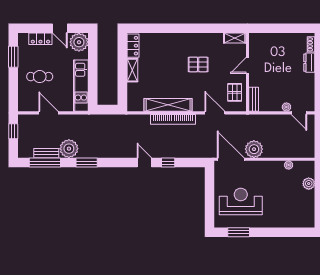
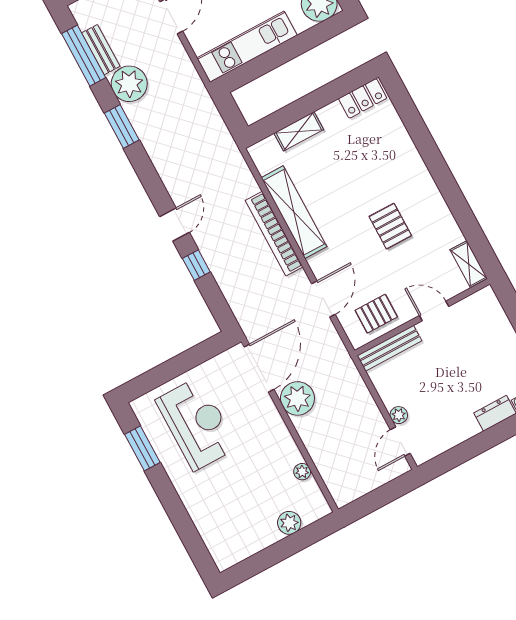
shelving: (132, 70) -> (299, 131), moved
bench: (254, 99) -> (389, 348), width x1.36

